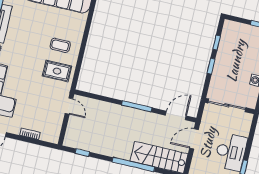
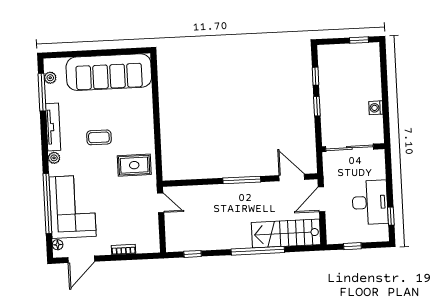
coffee table: (60, 45) -> (99, 137), moved
door: (176, 116) -> (292, 178), hinge flipped

